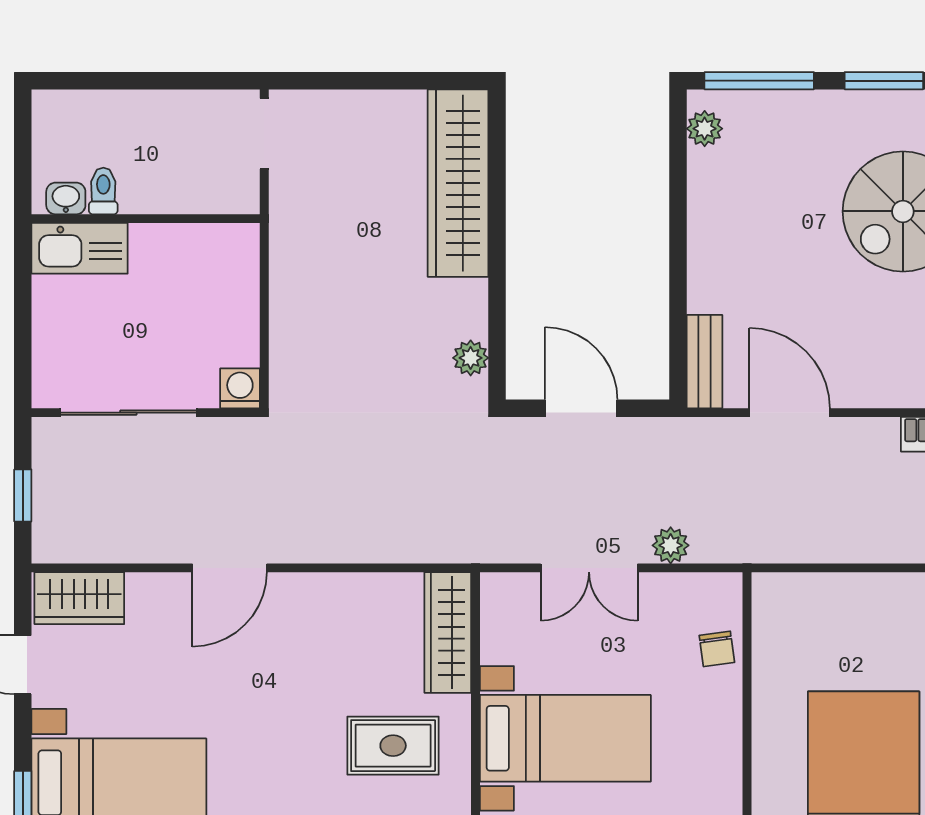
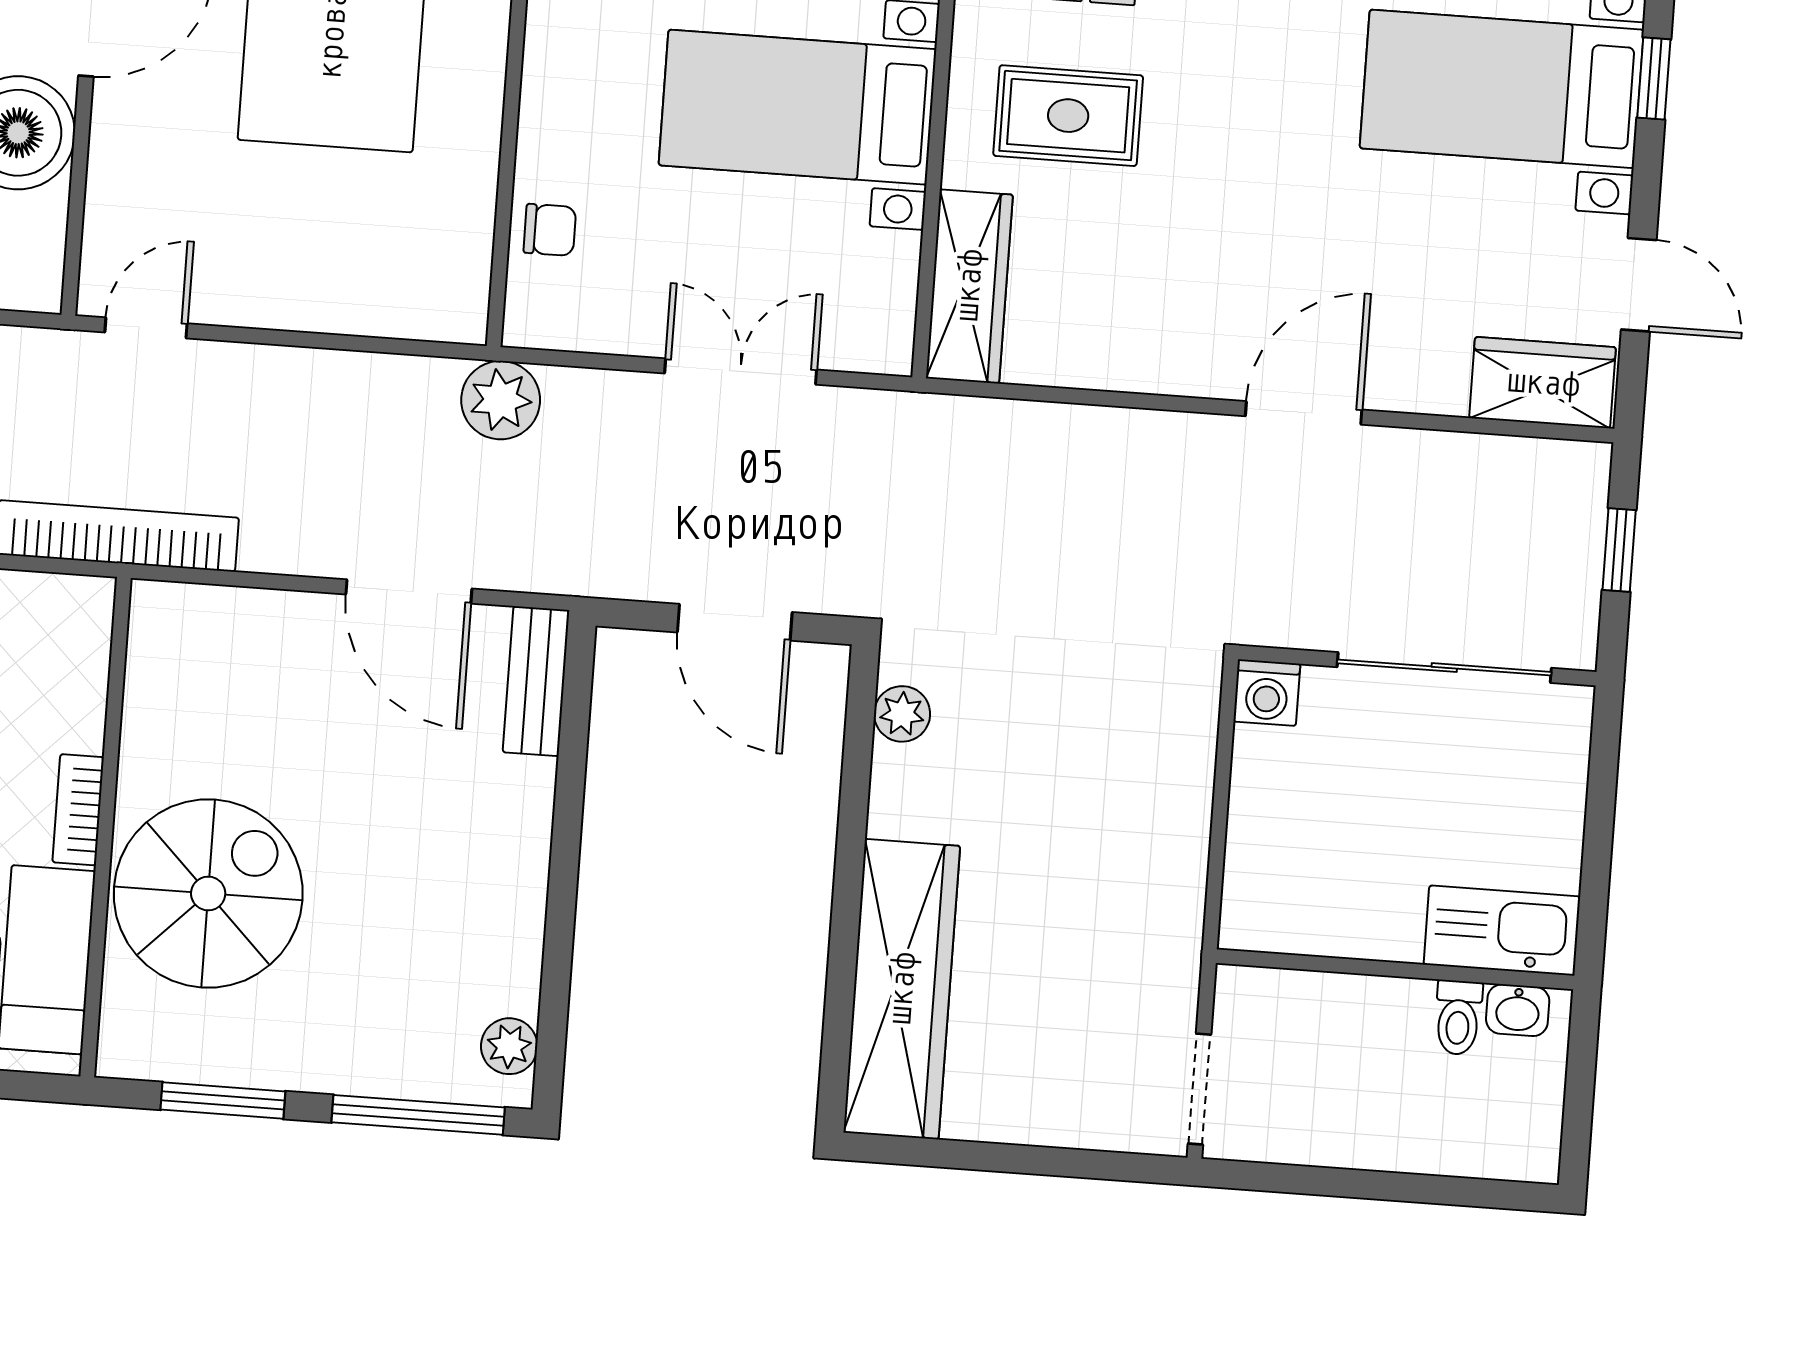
plant: (671, 545) -> (501, 400), moved, width x1.38, depth x1.38
chair: (717, 649) -> (550, 230), turned 98

